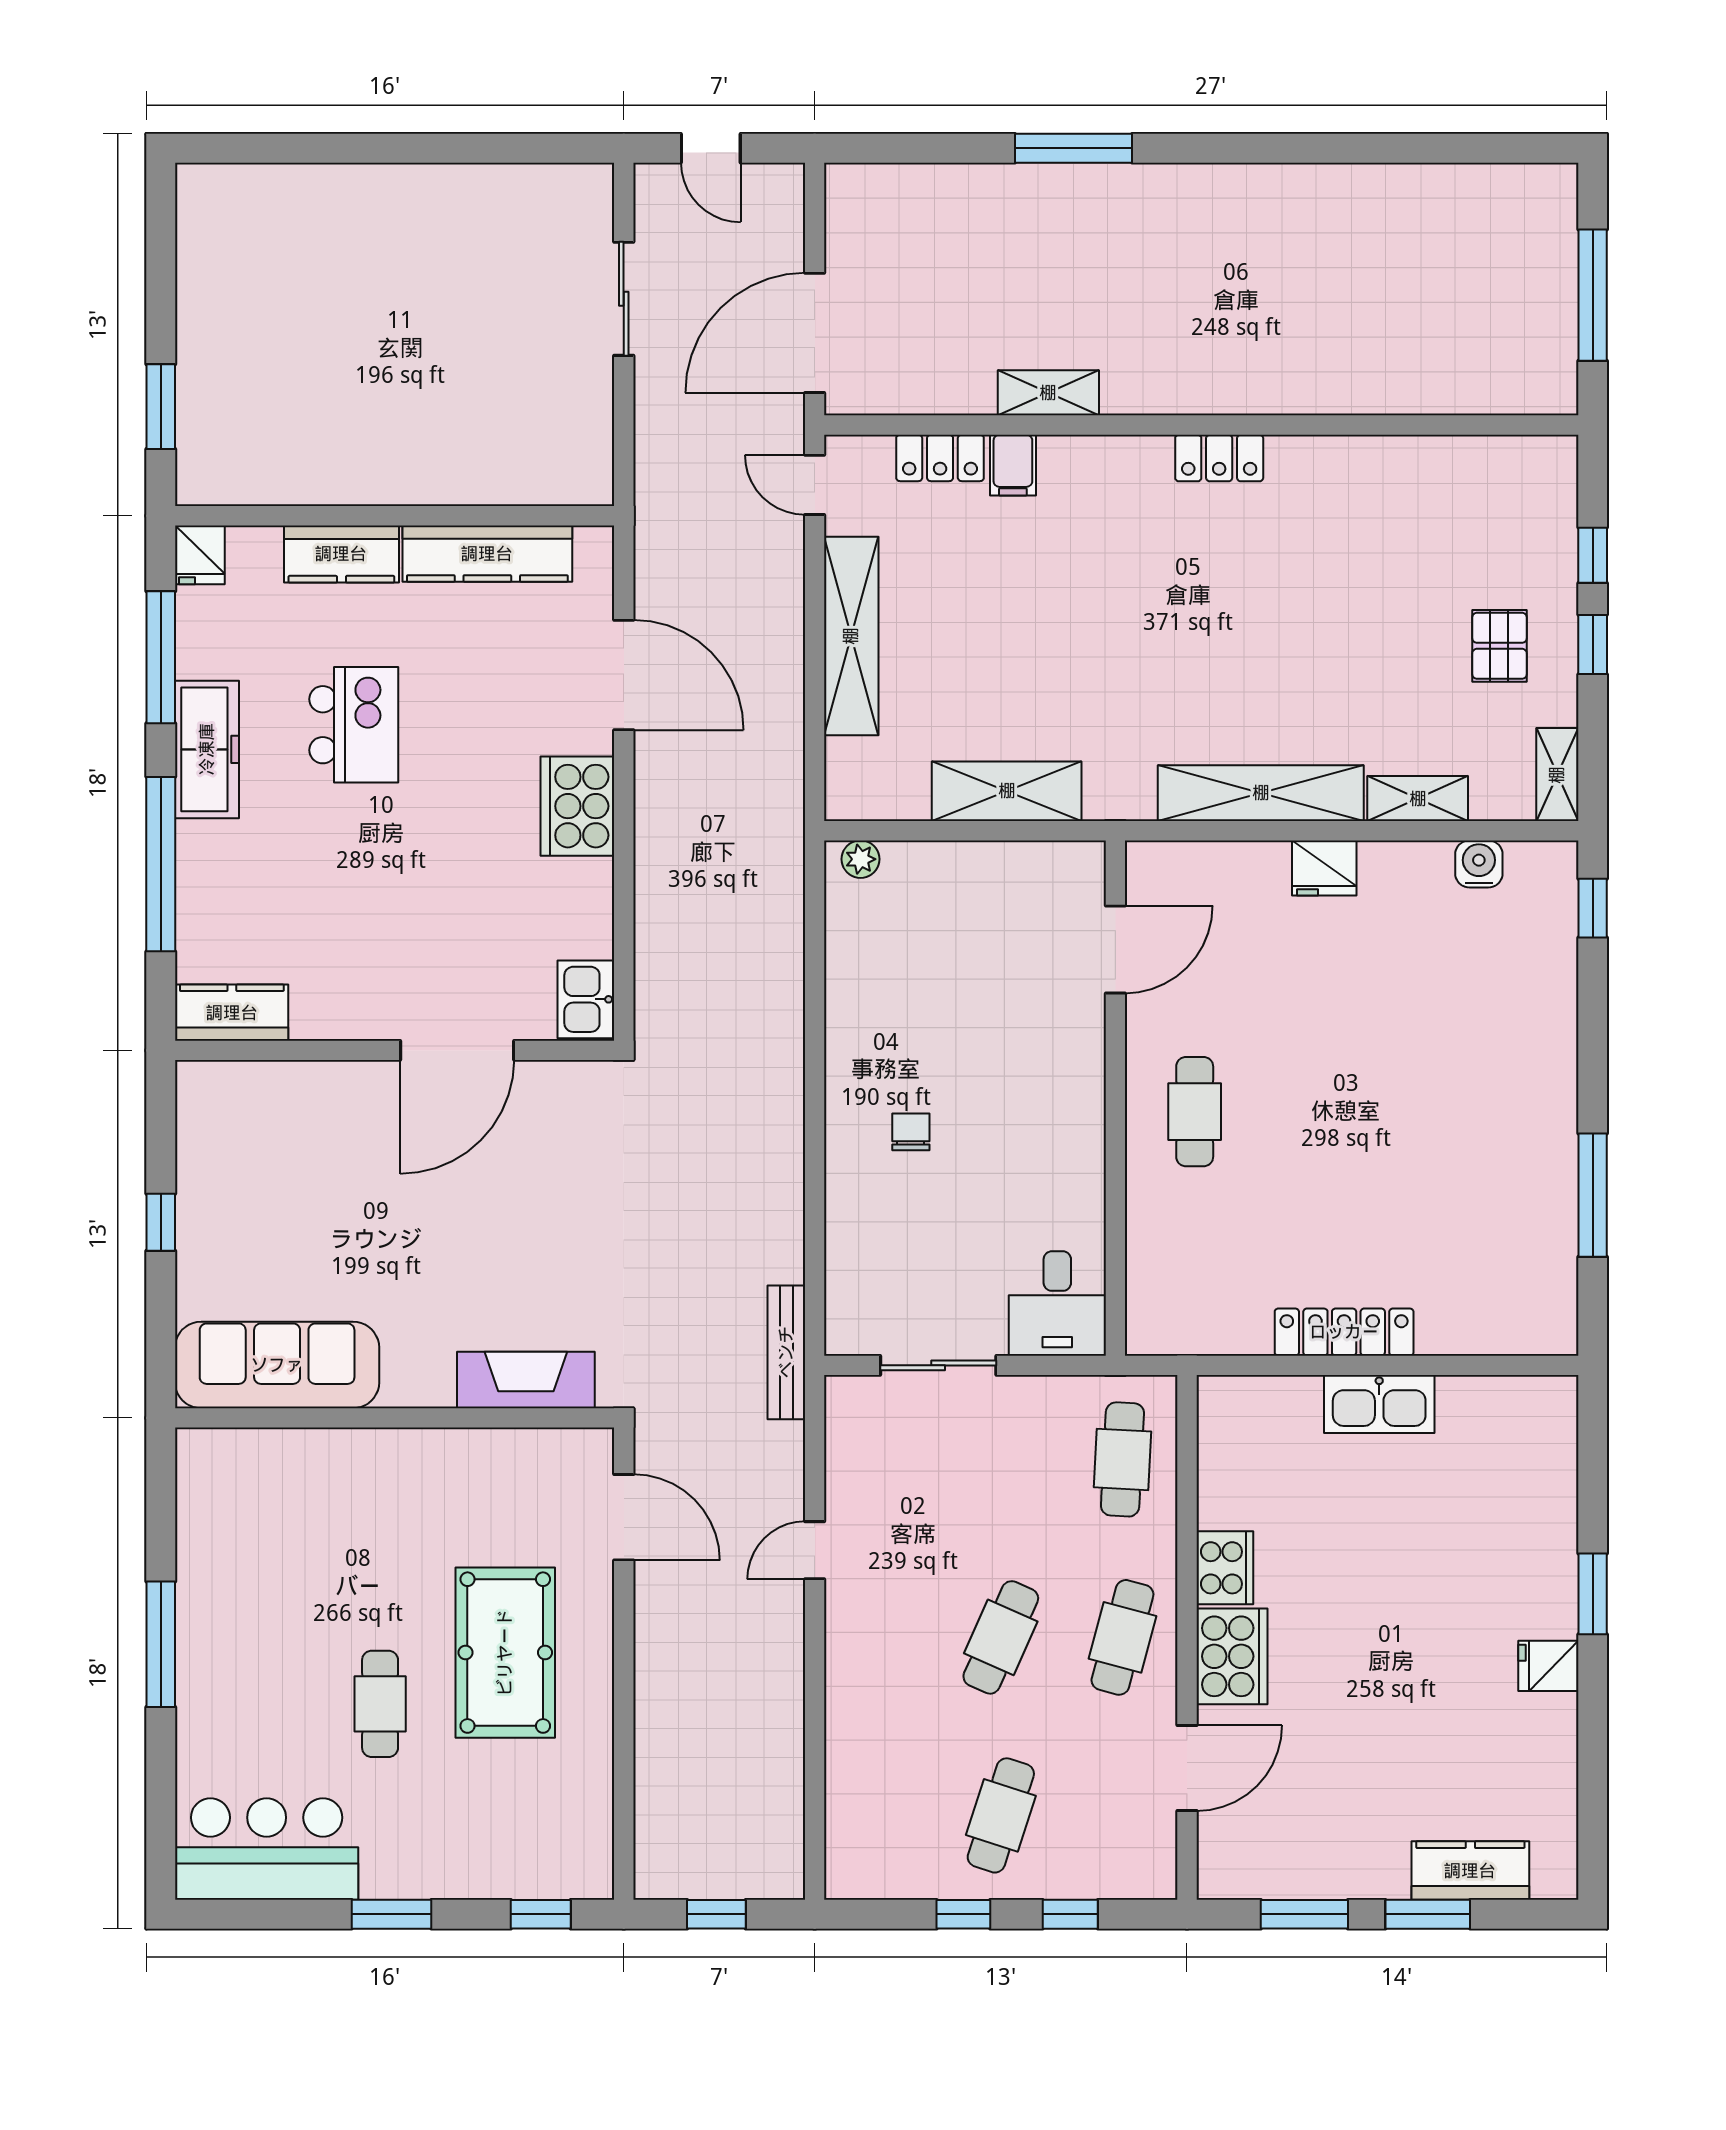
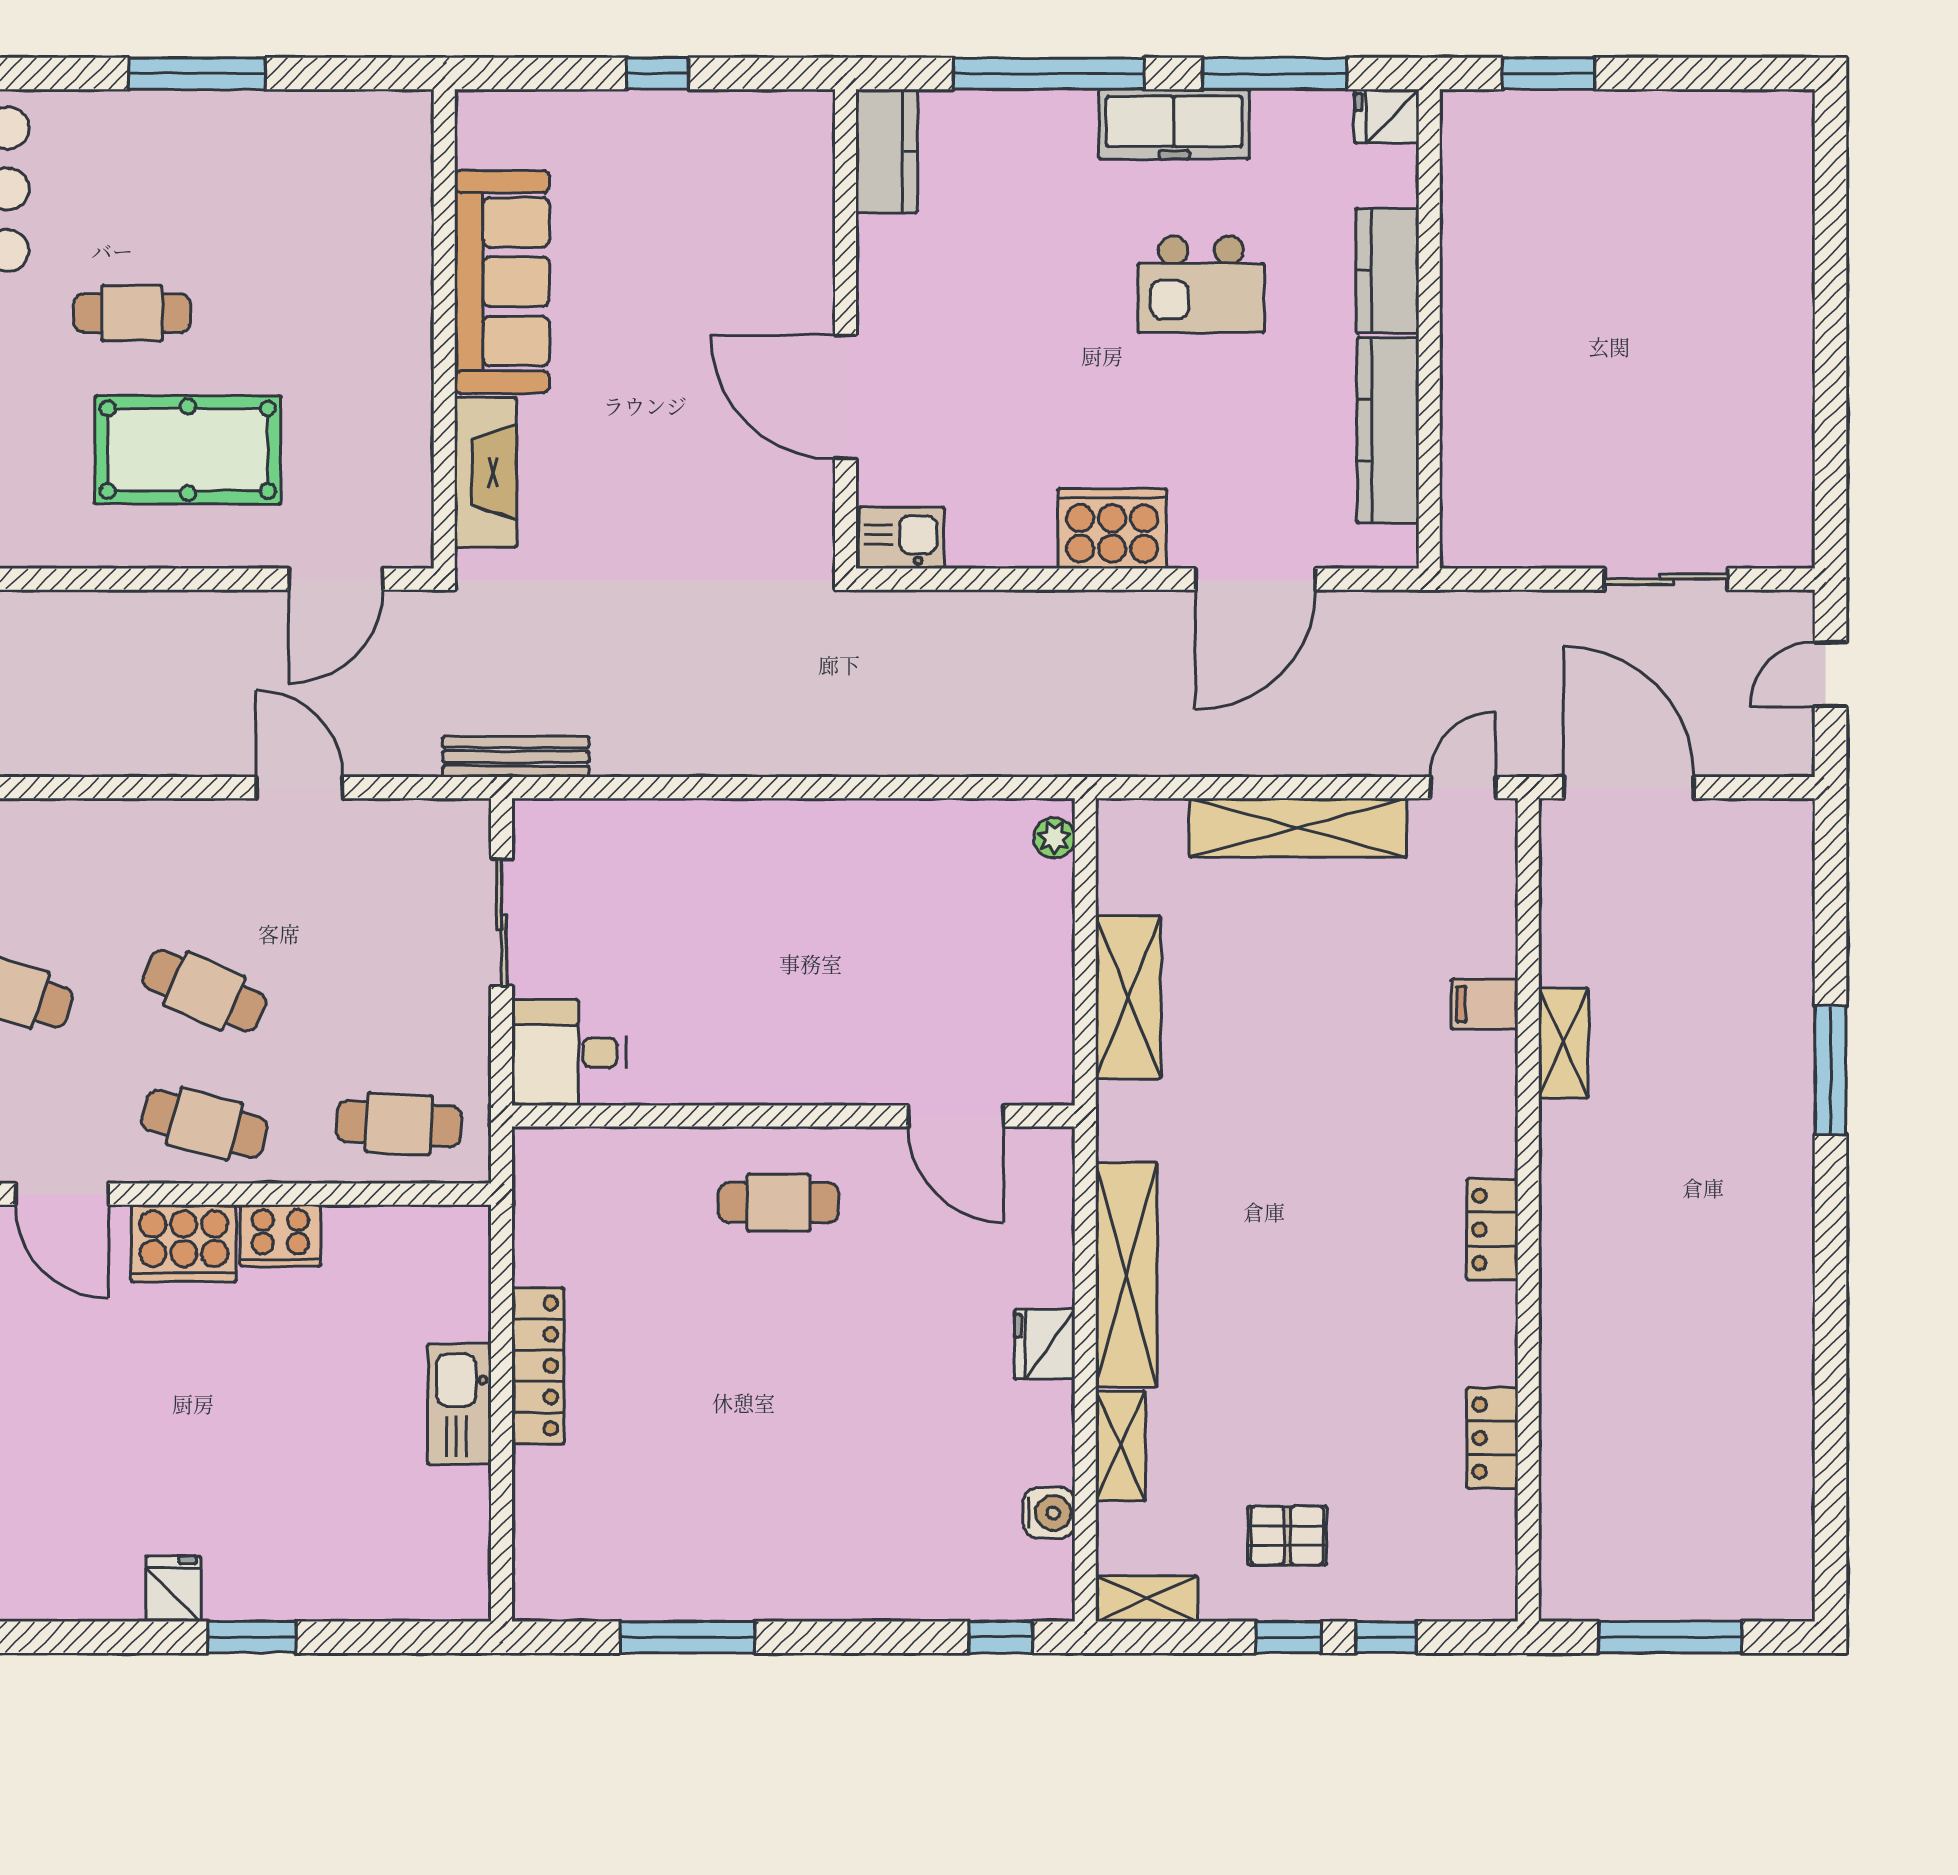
locker: (940, 458) -> (1492, 1438), moved
chair: (911, 1132) -> (756, 893), removed
sofa: (277, 1365) -> (502, 282), moved
door: (815, 1550) -> (300, 788), width x1.38

